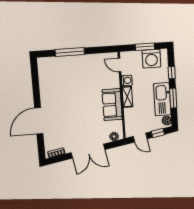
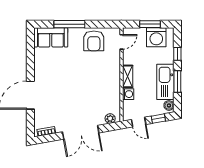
door: (120, 65) -> (121, 42), swing flipped
armchair: (94, 66) -> (94, 41), added
washing machine: (127, 81) -> (128, 94), moved
sofa: (112, 105) -> (51, 37), moved, turned -90

